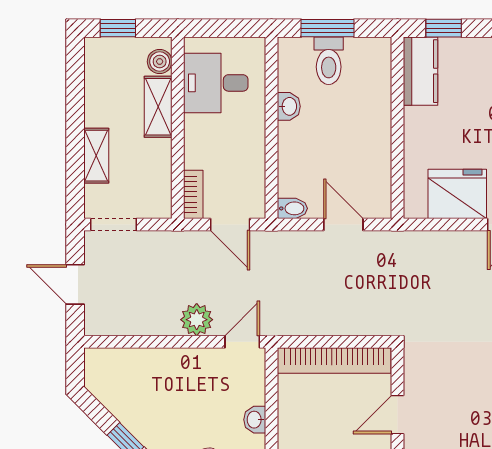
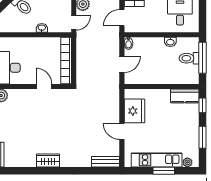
window: (328, 28) -> (202, 58), width x1.44
door: (242, 342) -> (74, 23), hinge flipped

